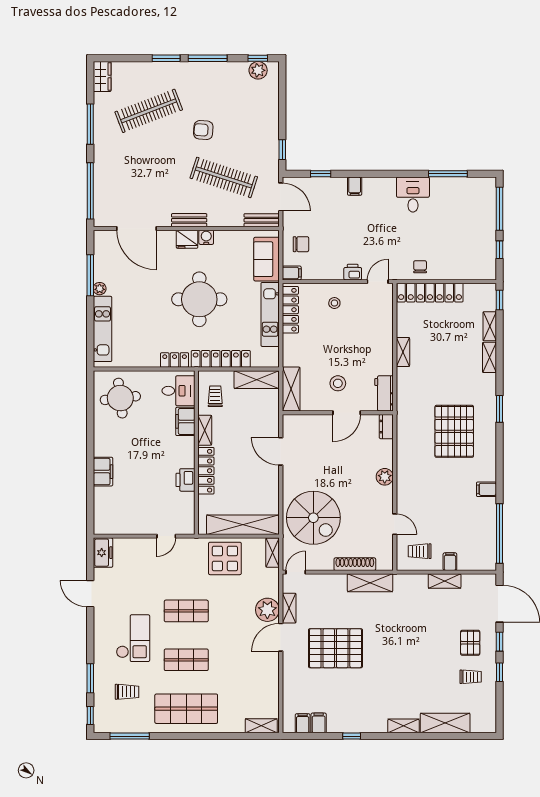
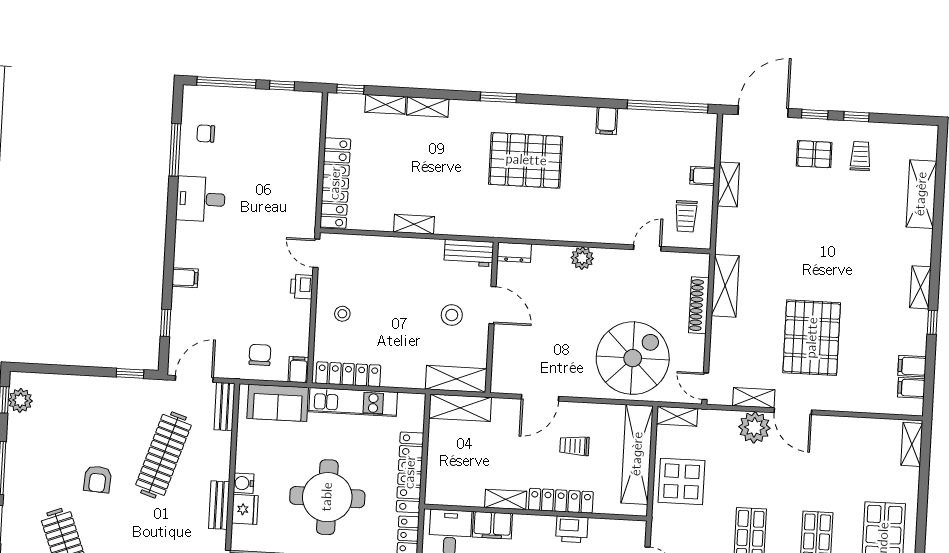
chair: (420, 267) -> (206, 134), moved
shelving: (257, 380) -> (460, 408), moved, turned 90
trolley: (215, 396) -> (574, 446), moved
shelving: (403, 726) -> (920, 287), moved

